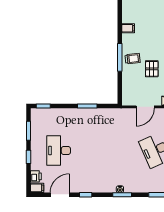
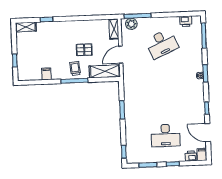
shelving: (128, 90) -> (105, 71), added
door: (145, 107) -> (121, 55), swing flipped

